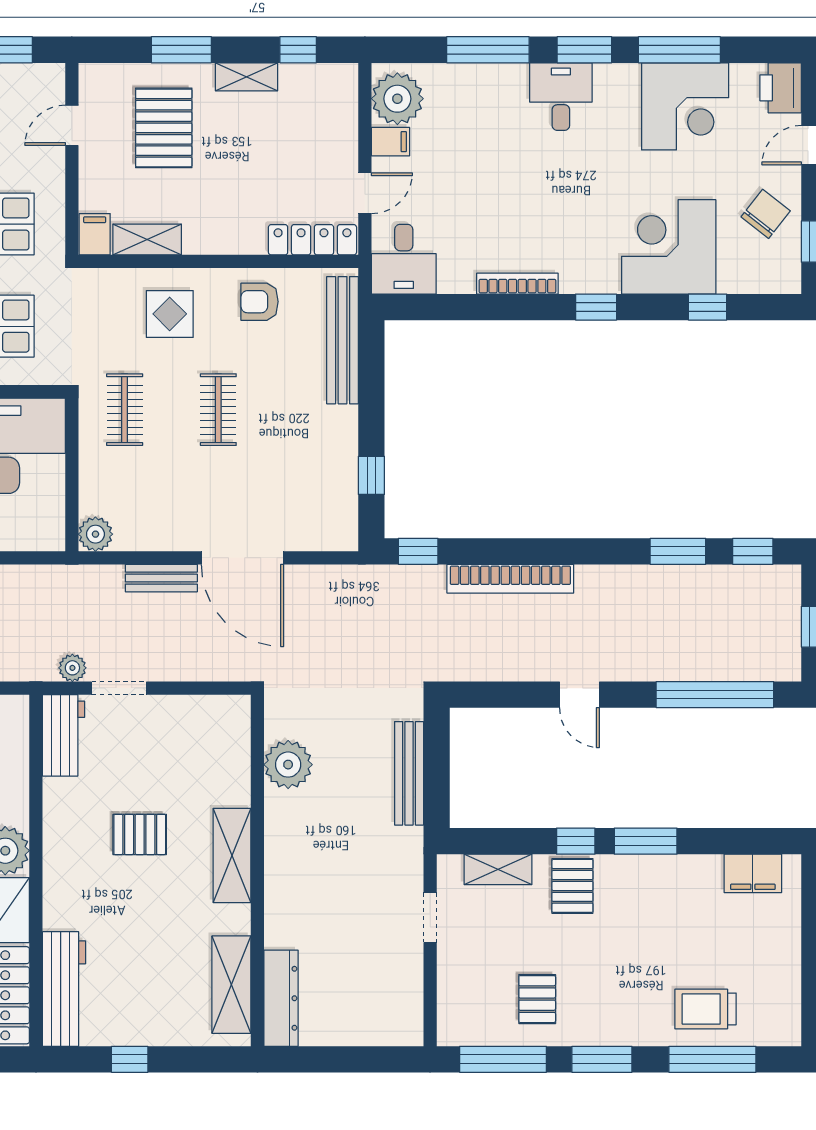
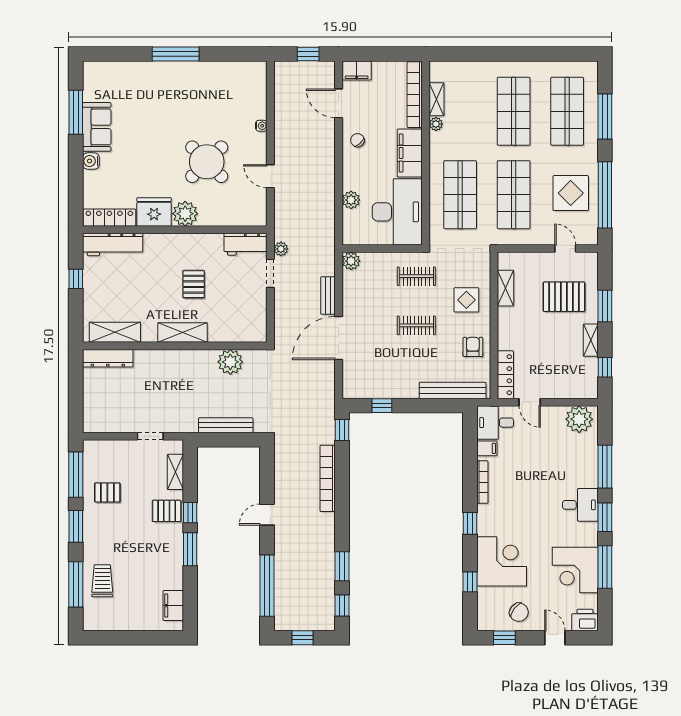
filing cabinet: (390, 142) -> (487, 448), moved, turned -90
filing cabinet: (95, 234) -> (508, 261), removed

